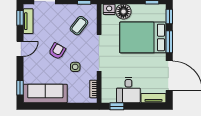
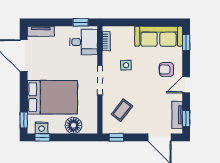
nightstand: (109, 9) -> (42, 128), moved
window: (169, 42) -> (24, 92), removed
armchair: (57, 51) -> (166, 70), moved, turned 60
doorway: (99, 53) -> (100, 80), width x0.73
desk: (128, 90) -> (84, 42), moved, turned 90

